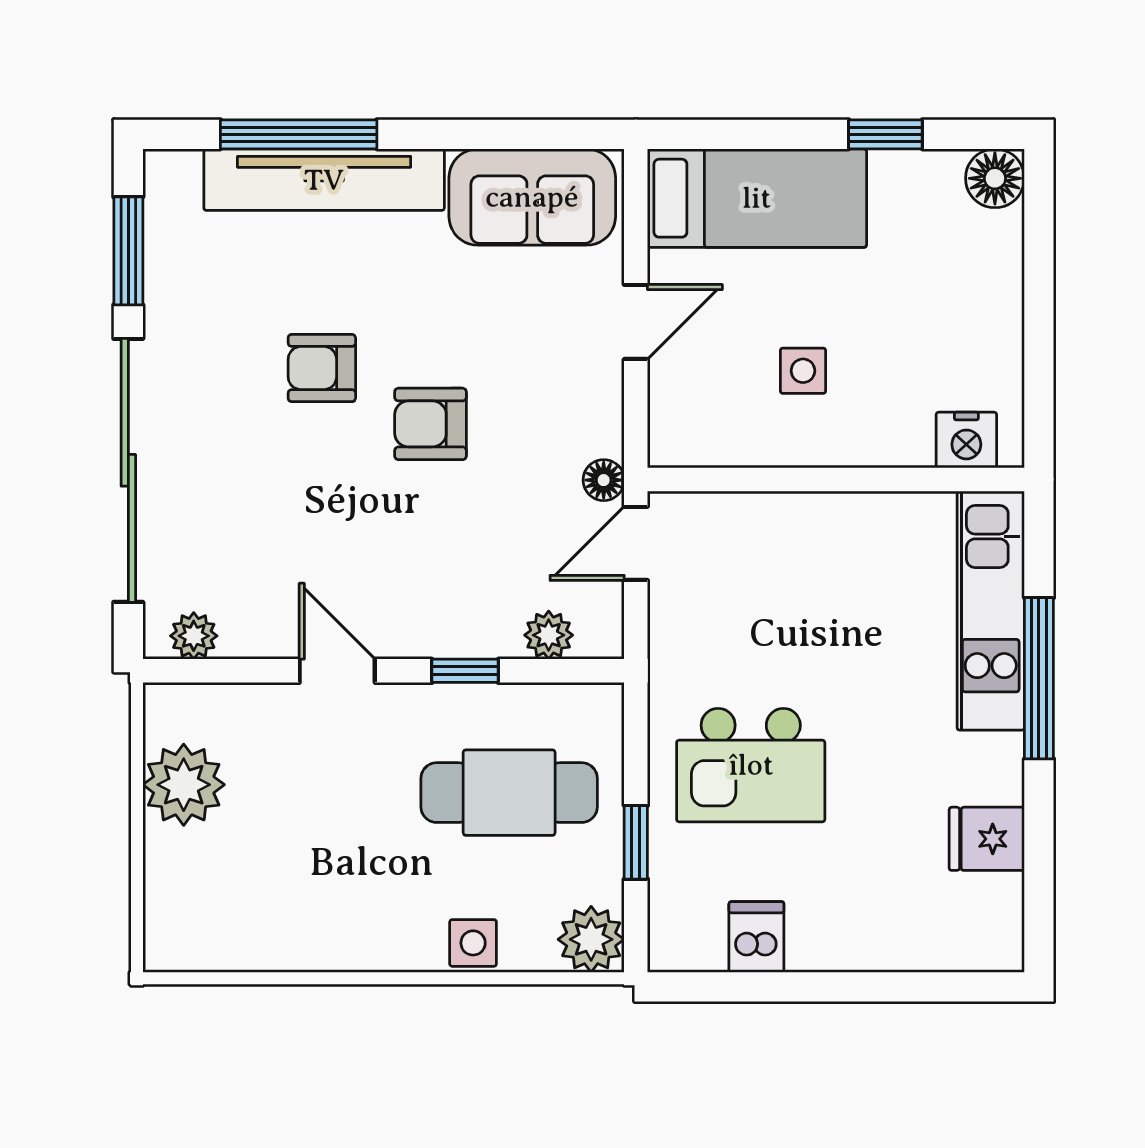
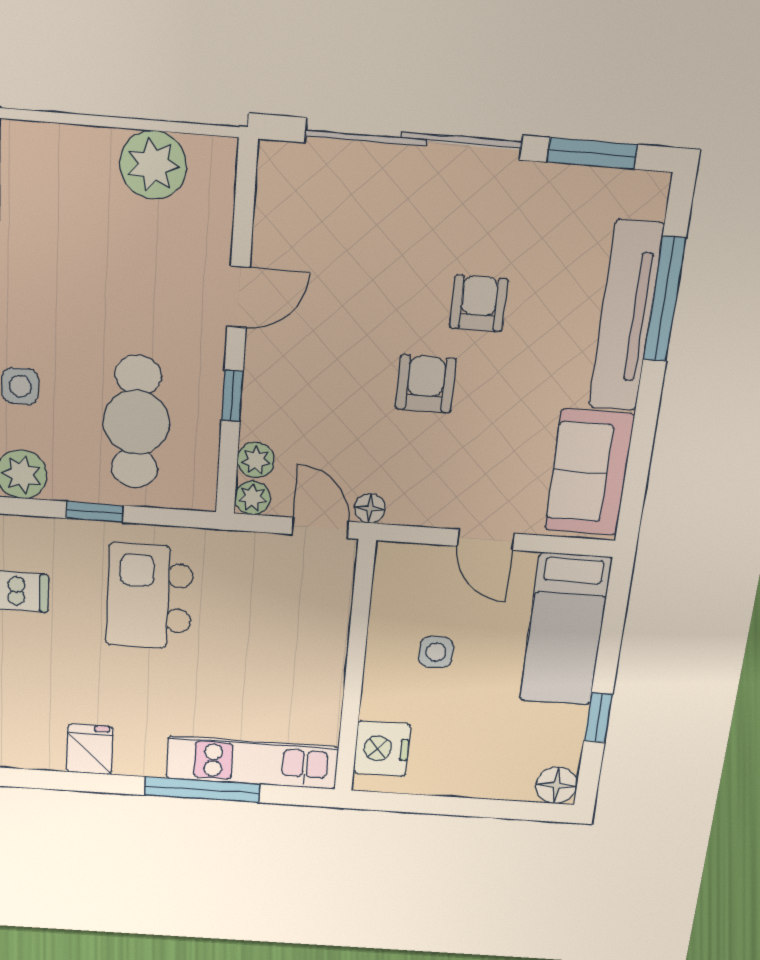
nightstand: (966, 440) -> (382, 749), width x1.36, depth x1.33
plant: (194, 636) -> (252, 498), moved

